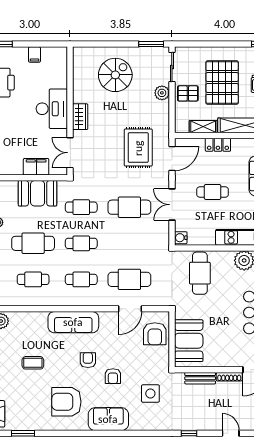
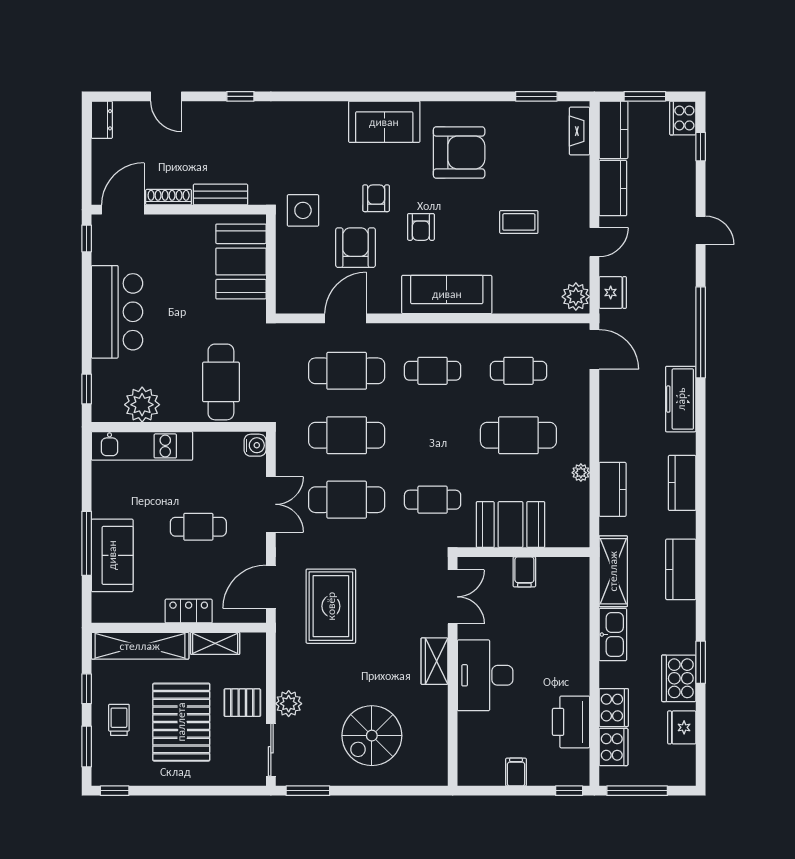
filing cabinet: (36, 167) -> (524, 572), width x0.50
cafe table: (81, 243) -> (347, 435), moved, width x1.37, depth x1.35
armchair: (155, 334) -> (356, 248), moved
side table: (150, 394) -> (303, 210), moved

